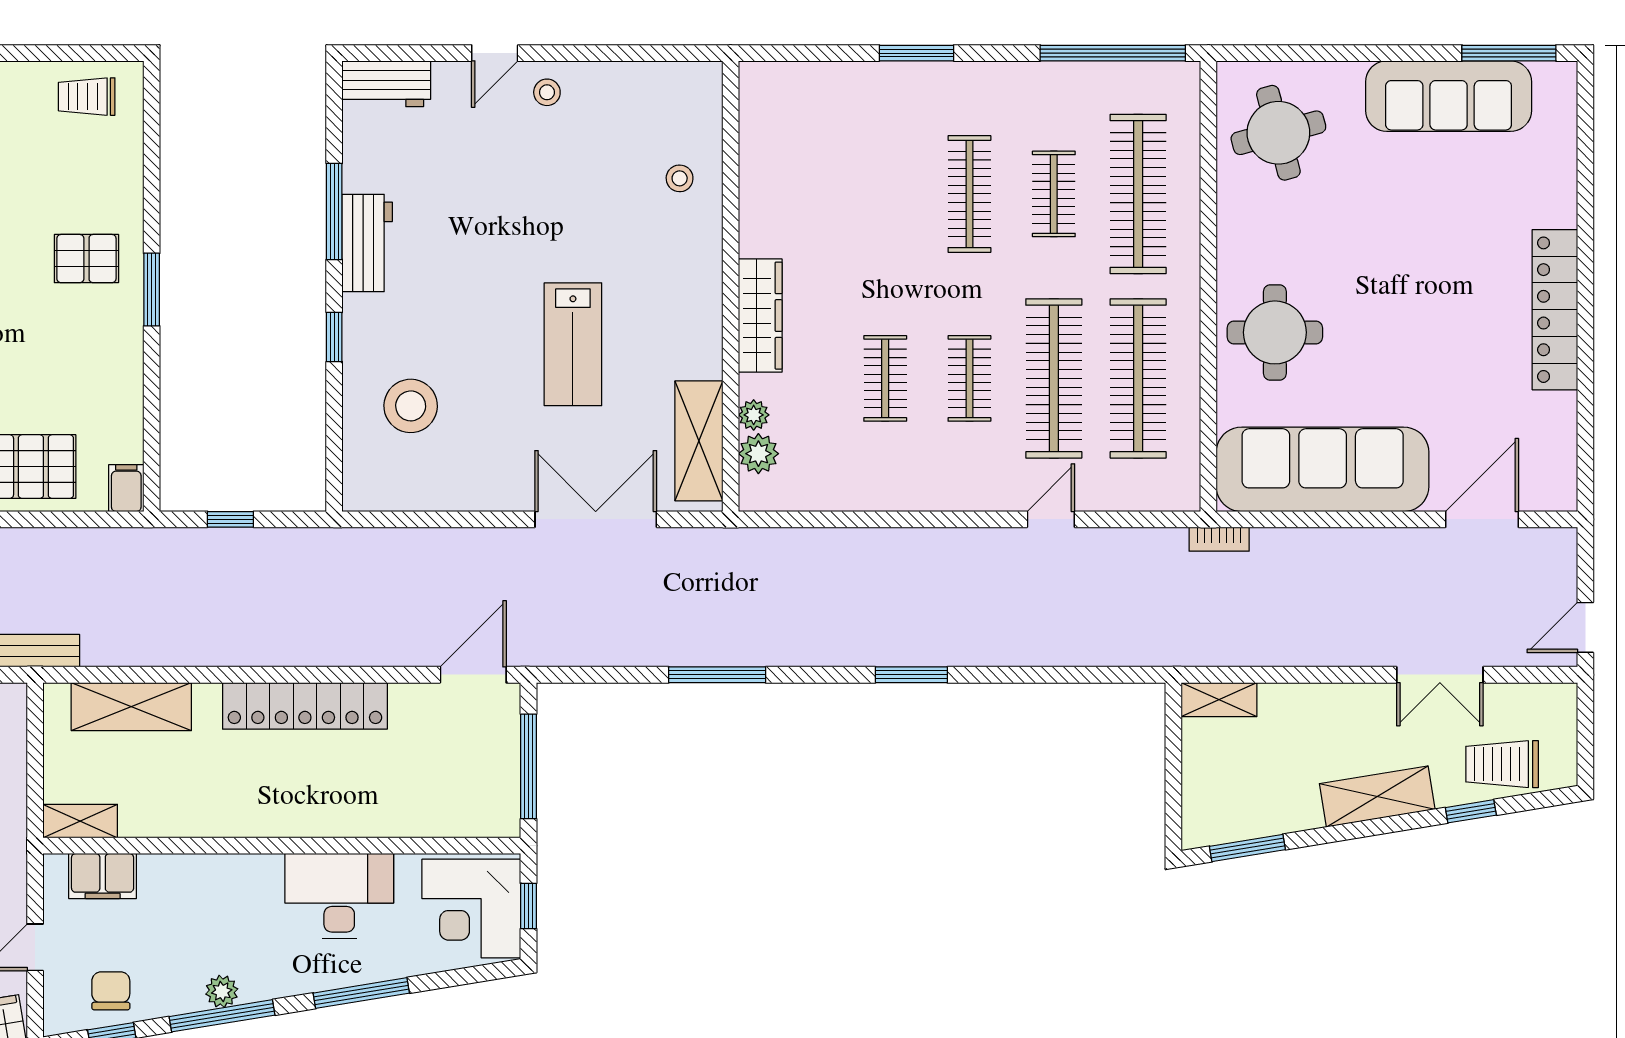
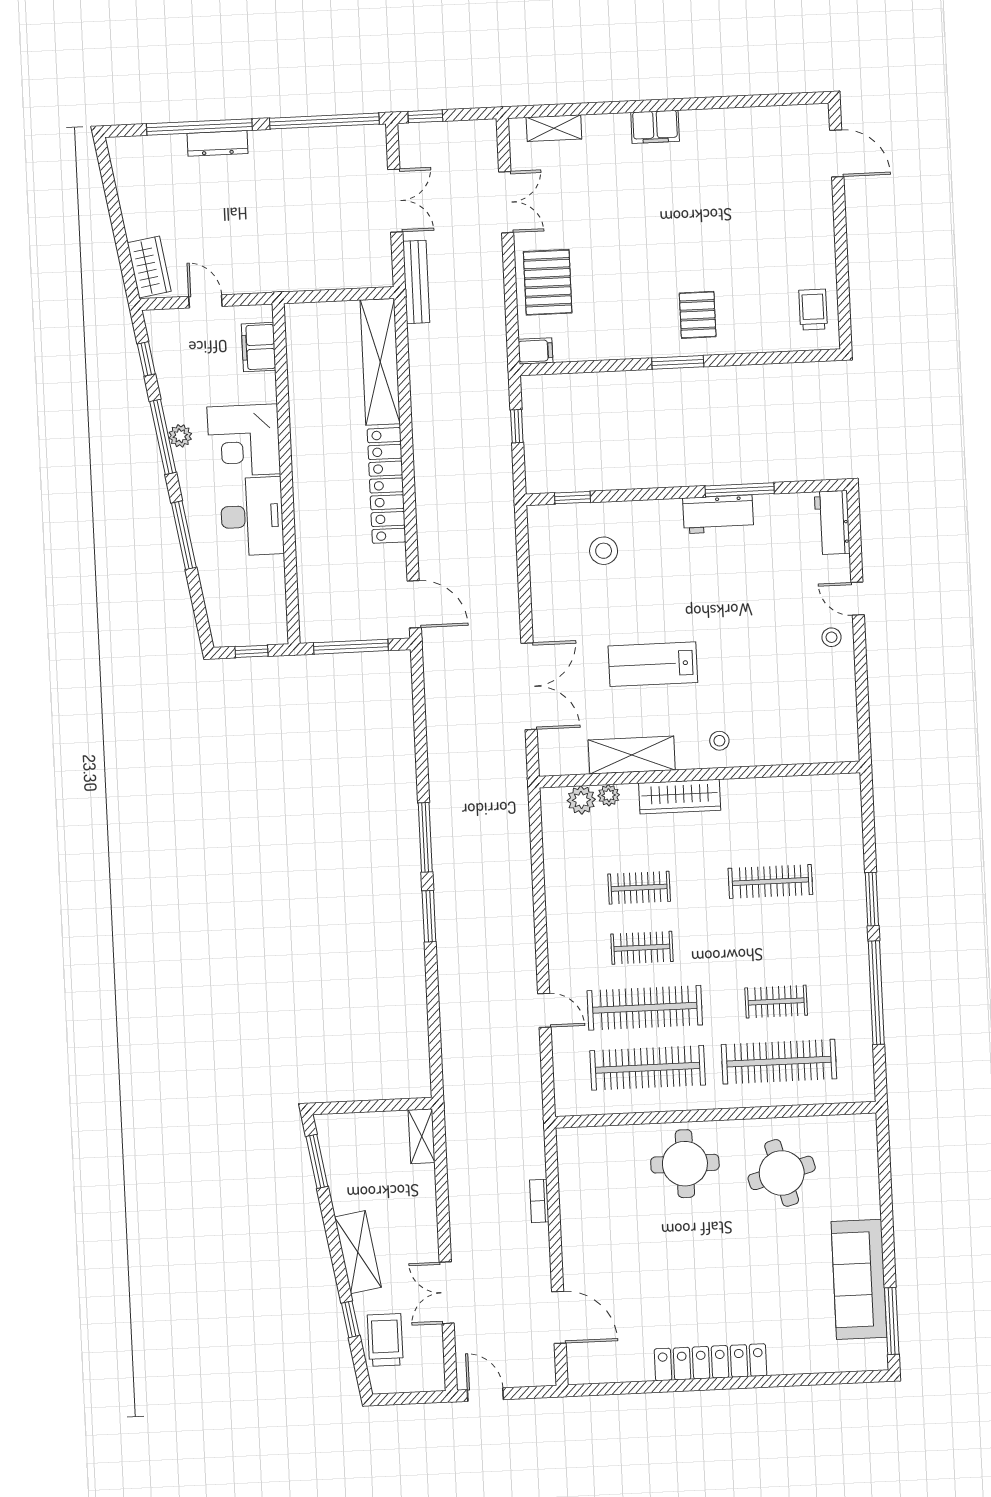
window: (1113, 53) -> (876, 993), moved
round table: (1278, 133) -> (782, 1173), moved
stool: (680, 178) -> (719, 741), moved
clothes rail: (969, 194) -> (770, 881), moved
window: (334, 337) -> (572, 498), moved
stool: (411, 406) -> (604, 551), width x0.73, depth x0.73
shelving: (699, 441) -> (632, 755), moved
sofa: (1323, 469) -> (589, 1202), removed
bookcase: (1219, 539) -> (539, 1201), moved
window: (717, 675) -> (425, 837), moved
shelving: (131, 707) -> (380, 362), width x1.47
shelving: (80, 821) -> (297, 329), removed
corner desk: (471, 909) -> (244, 440), moved, turned -90
chair: (111, 991) -> (177, 357), removed

